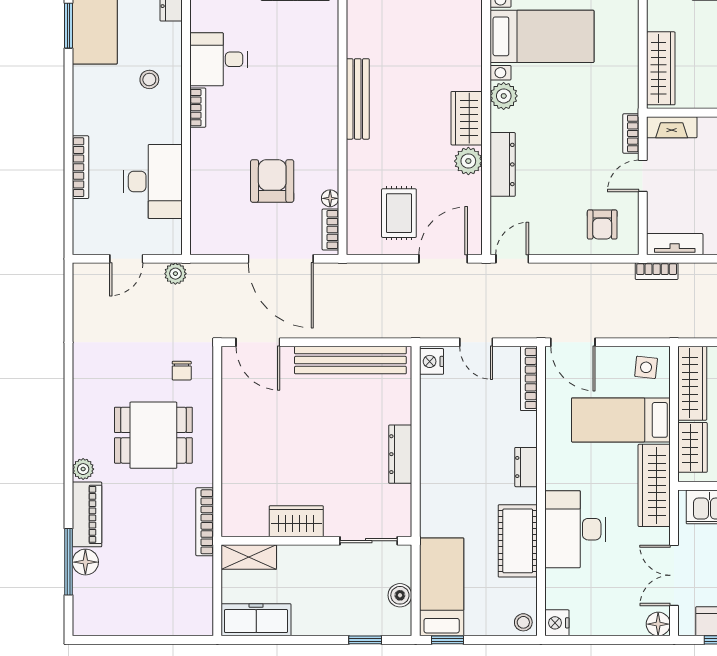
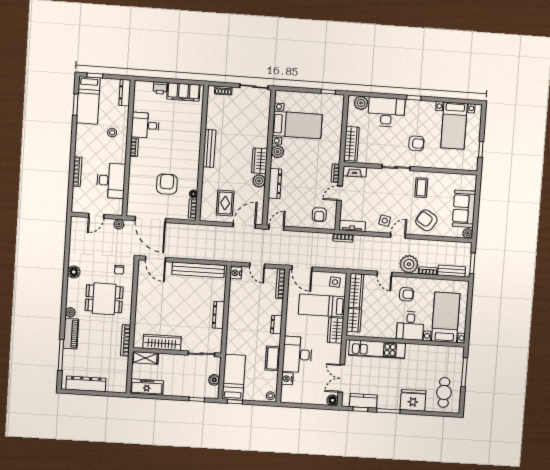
door: (281, 259) -> (150, 219), moved
wardrobe: (654, 485) -> (335, 330), width x0.67
wardrobe: (296, 521) -> (162, 342), width x1.50
cot: (518, 541) -> (273, 358), width x0.73, depth x0.75
floor lamp: (85, 562) -> (74, 272), moved
dresser: (125, 621) -> (86, 384), added
nightstand: (557, 623) -> (287, 379), moved

